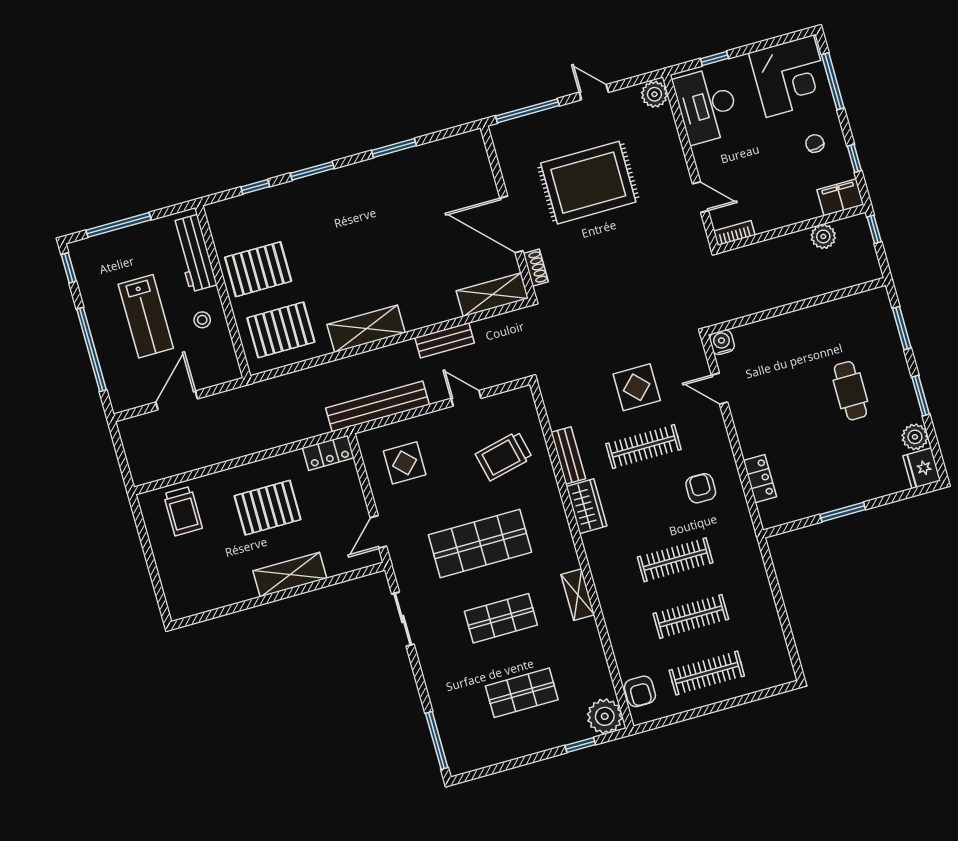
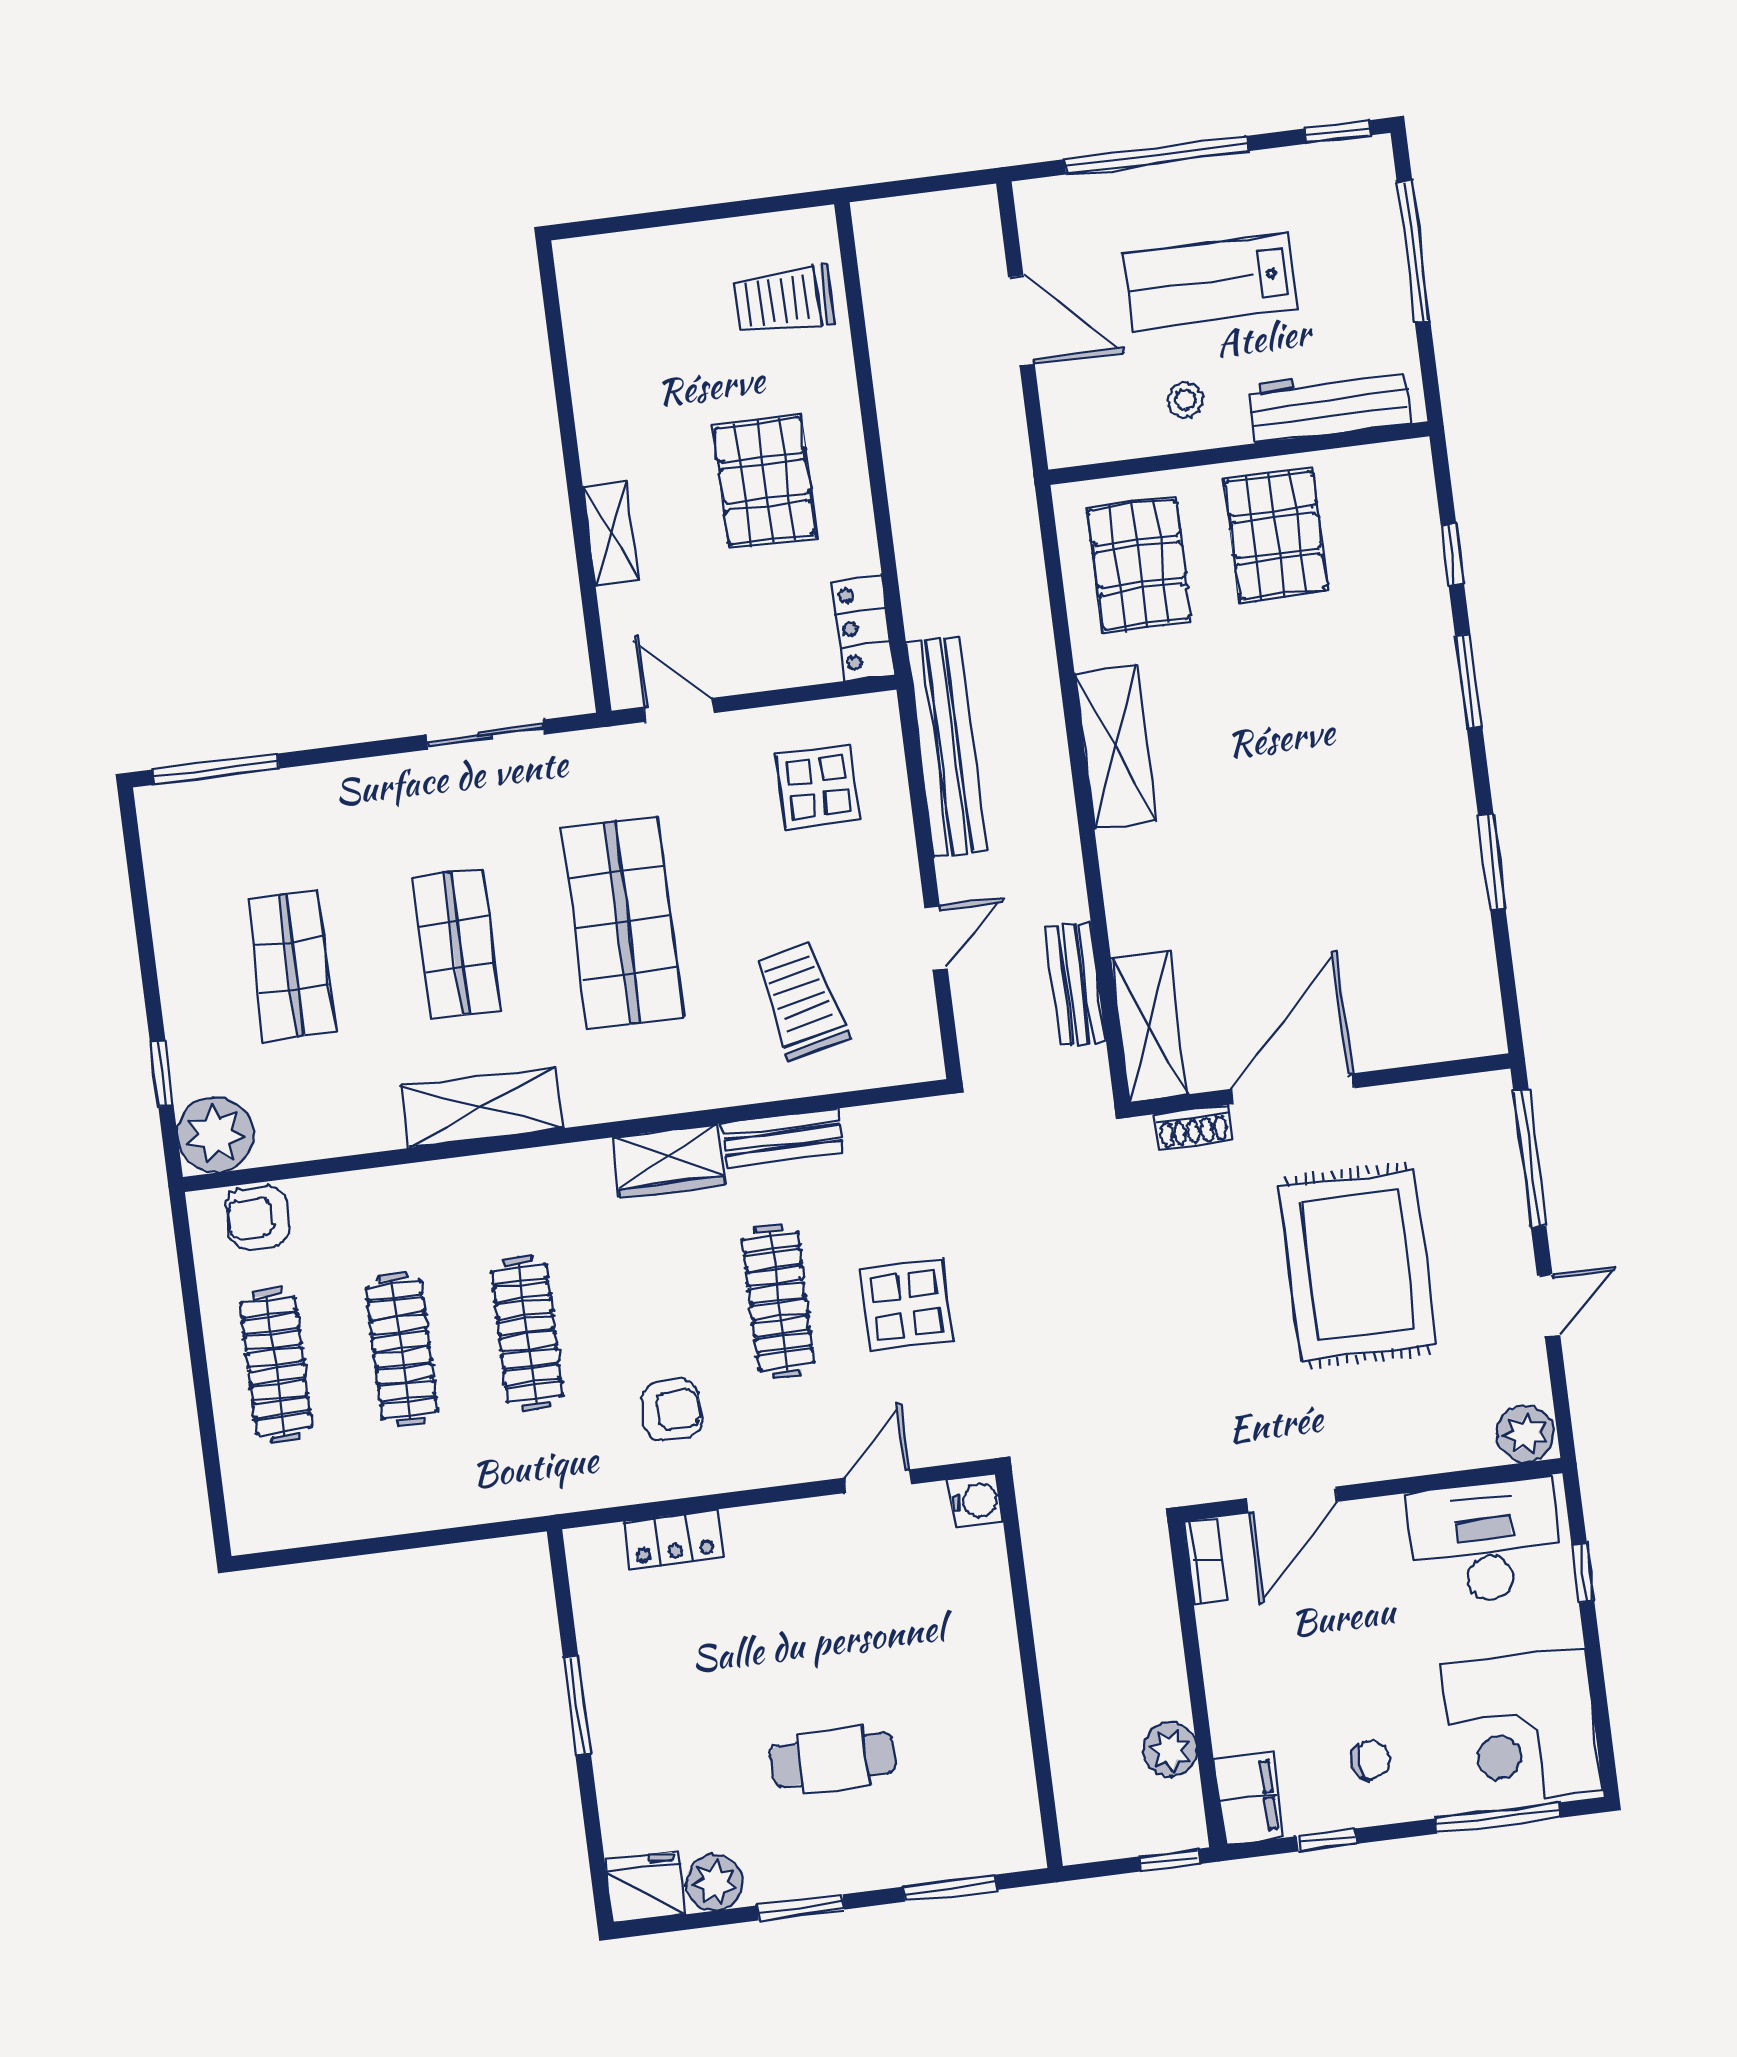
door: (700, 197) -> (1292, 1500), width x1.37
bench: (445, 340) -> (1076, 984), moved
shelving: (290, 575) -> (611, 533), width x0.67, depth x0.75
shelving: (578, 595) -> (482, 1107), width x1.50, depth x1.33

